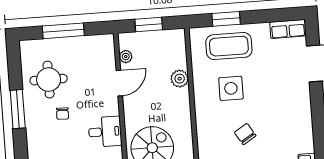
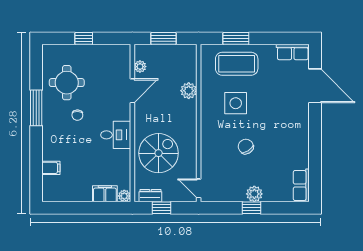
window: (63, 31) -> (84, 38), width x0.46

